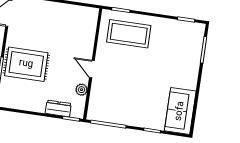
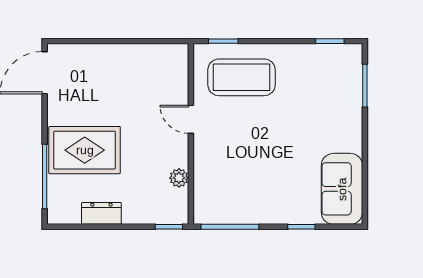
door: (92, 69) -> (191, 119), moved
dresser: (58, 108) -> (101, 213), moved

